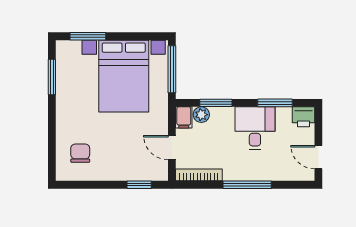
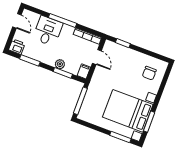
bed with nightstands: (124, 76) -> (128, 111), moved, turned -90
plant: (201, 115) -> (60, 64), moved
desk: (255, 128) -> (48, 31), moved, turned 180

